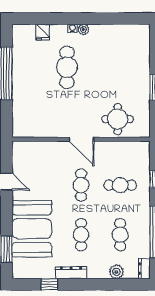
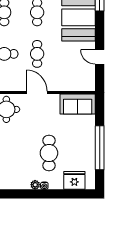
fridge: (43, 32) -> (74, 180), width x1.88, depth x1.34
sofa: (33, 126) -> (78, 104), added

